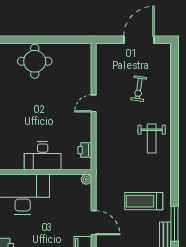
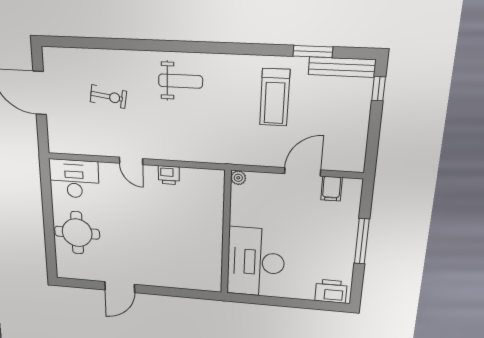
printer: (85, 150) -> (169, 175), moved
desk: (43, 156) -> (74, 179), moved, turned -90
window: (175, 224) -> (313, 51), width x0.69

